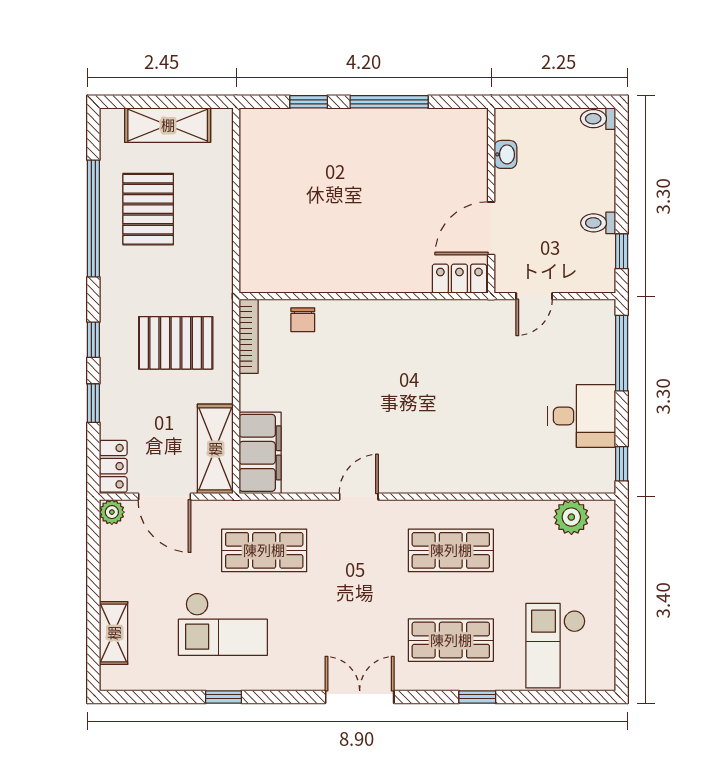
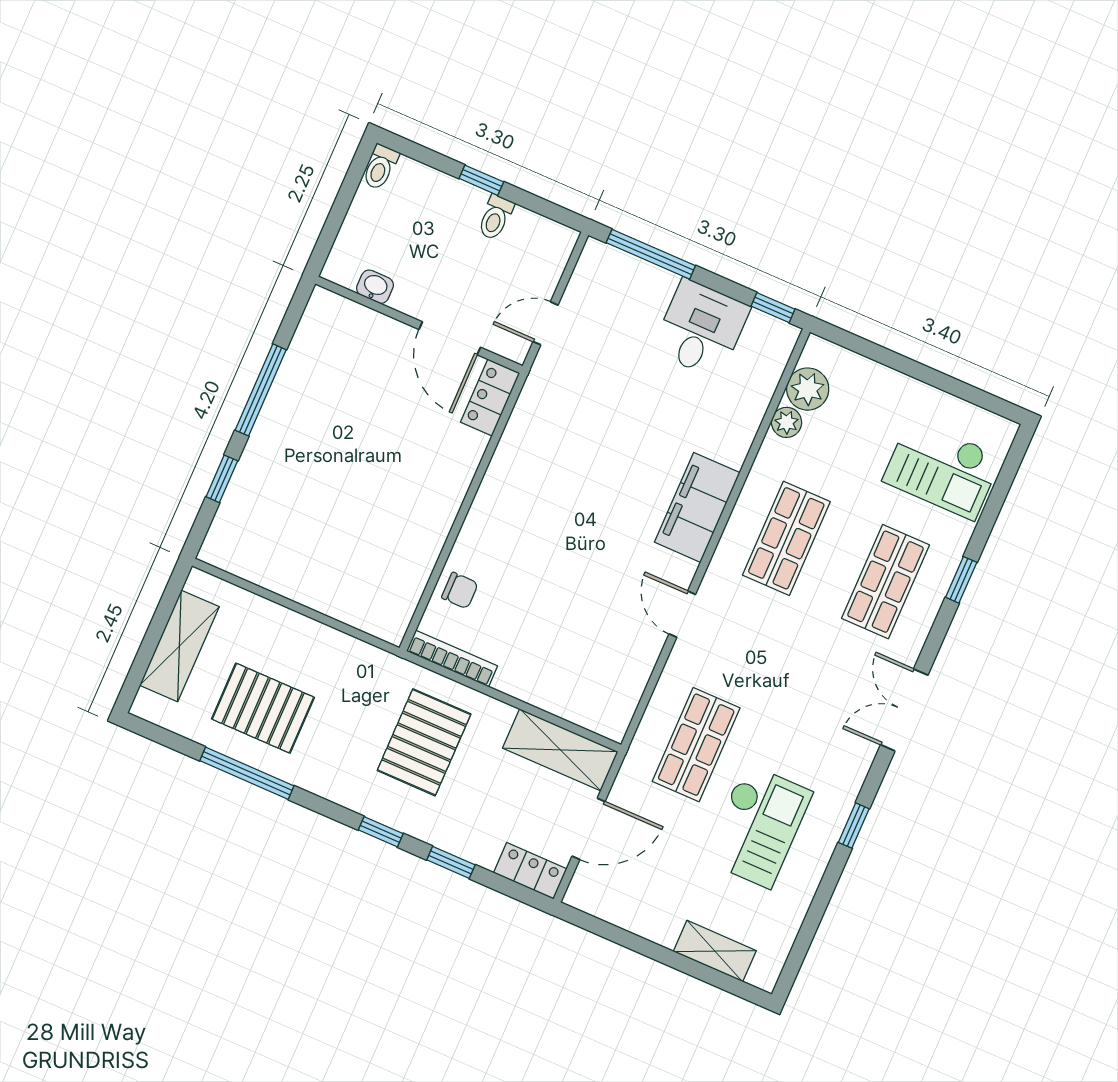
window: (93, 219) -> (247, 773), width x0.68
window: (622, 251) -> (481, 180), moved
door: (534, 296) -> (546, 323), swing flipped
filing cabinet: (260, 453) -> (697, 507), moved, turned -90
plant: (112, 512) -> (787, 422), moved
window: (223, 697) -> (854, 826), moved

